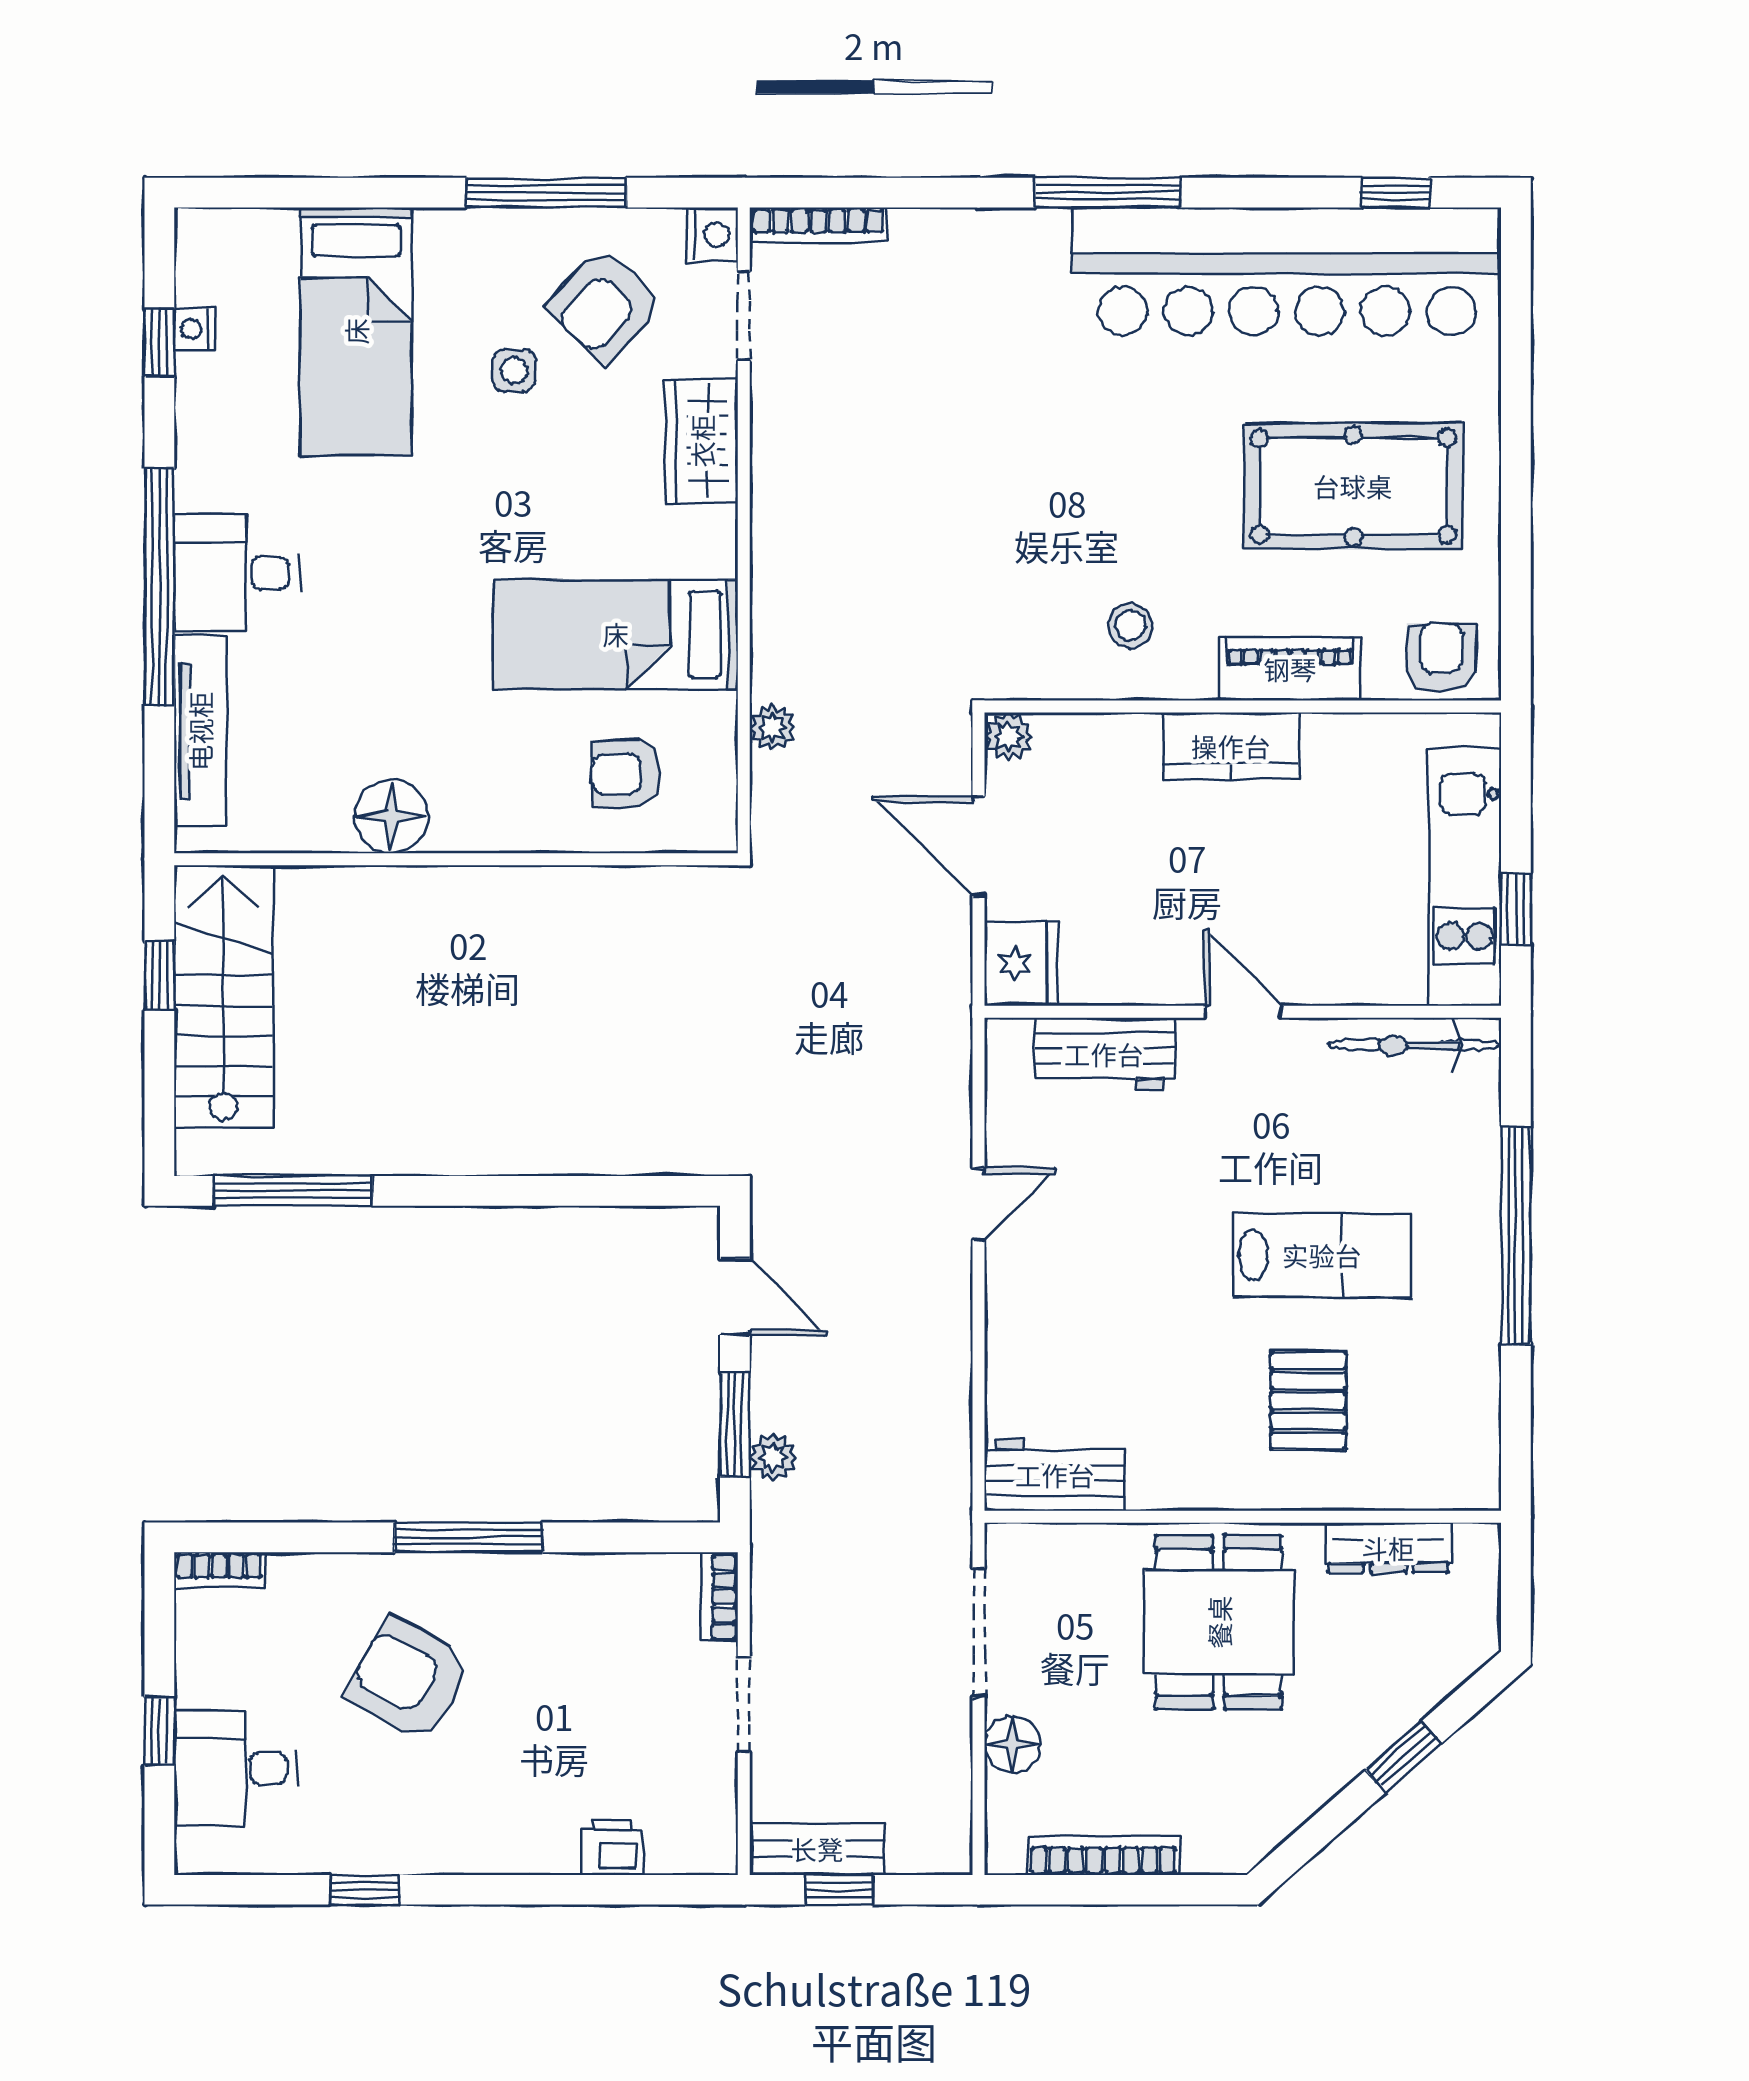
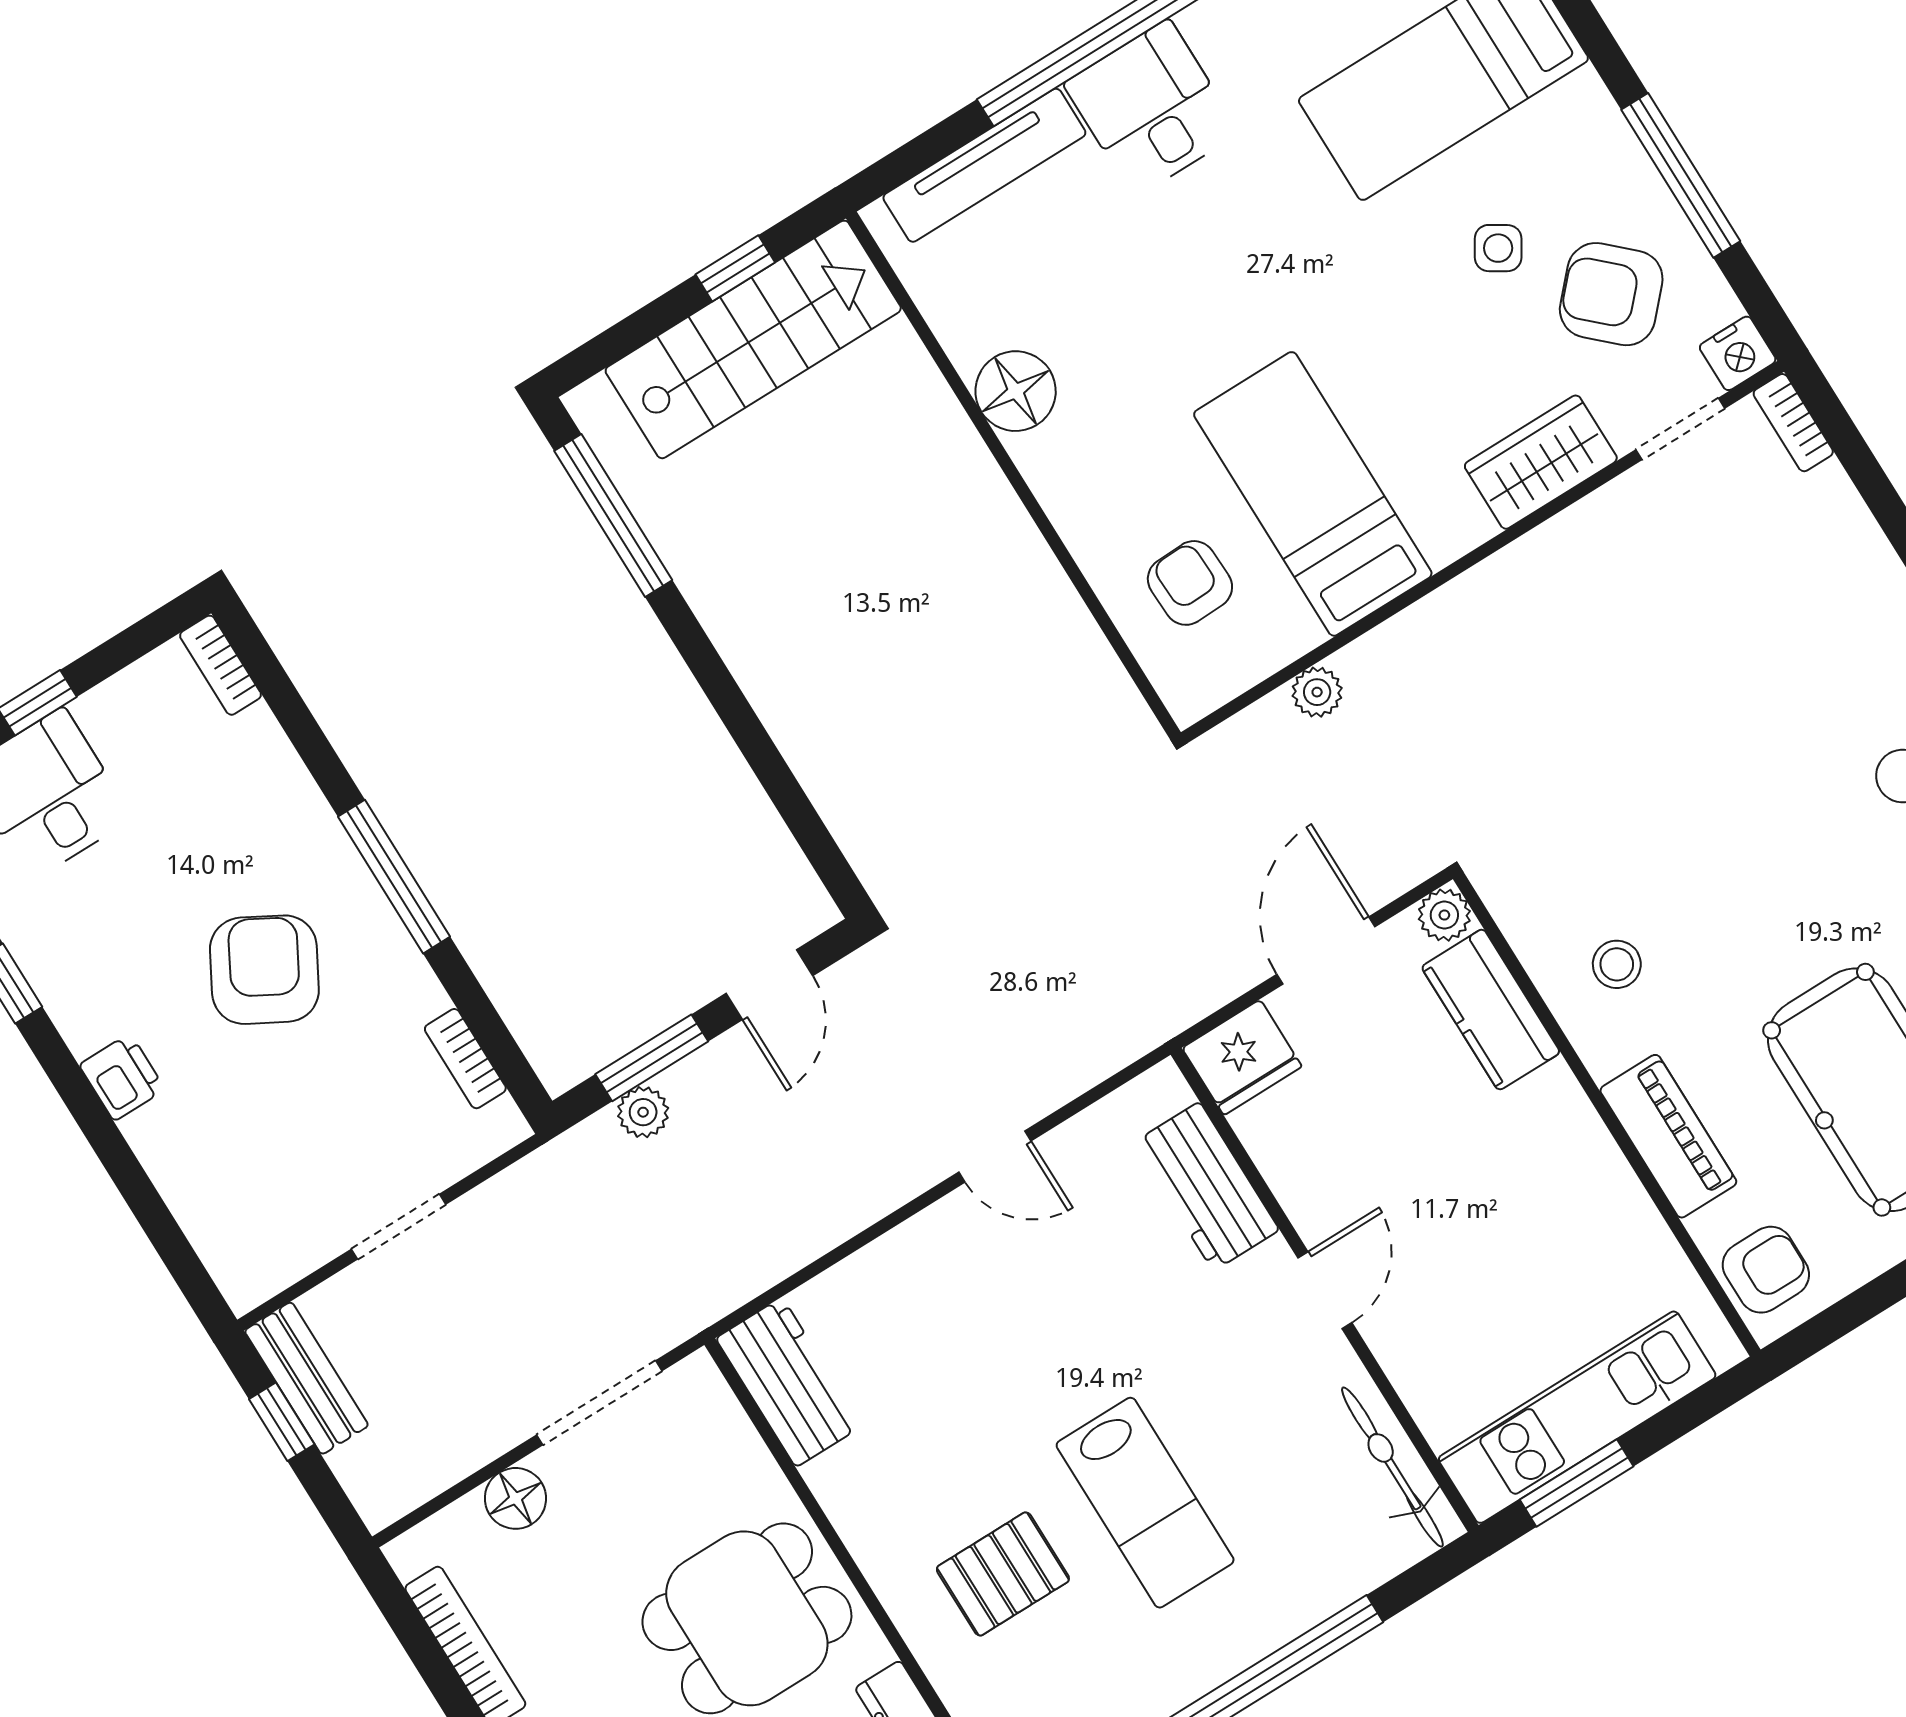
bookcase: (818, 225) -> (1793, 423), width x0.64
side table: (514, 370) -> (1498, 248), turned 32
kitchen counter: (1231, 746) -> (1491, 1010), moved
window: (1516, 909) -> (1577, 1483), width x1.50
bookcase: (720, 1597) -> (465, 1059), moved, turned -90
armchair: (409, 1679) -> (264, 970), moved
printer: (612, 1847) -> (122, 1077), moved

